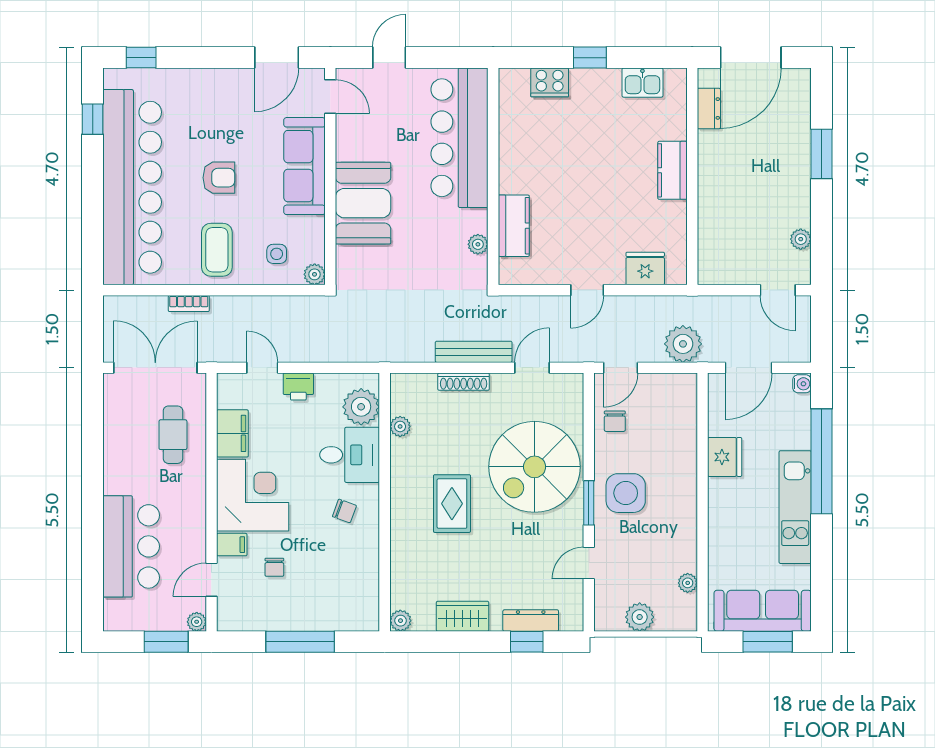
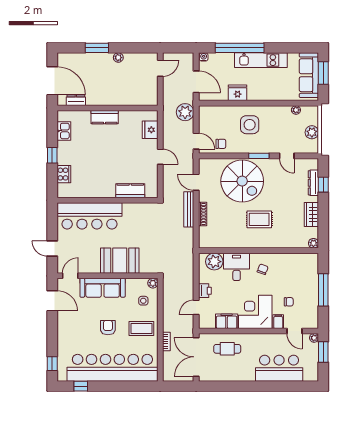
plant: (801, 239) -> (118, 58), moved
plant: (478, 244) -> (139, 207), removed
plant: (400, 426) -> (223, 243), removed
side table: (626, 493) -> (250, 125), moved

